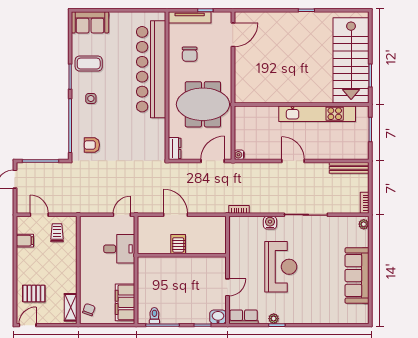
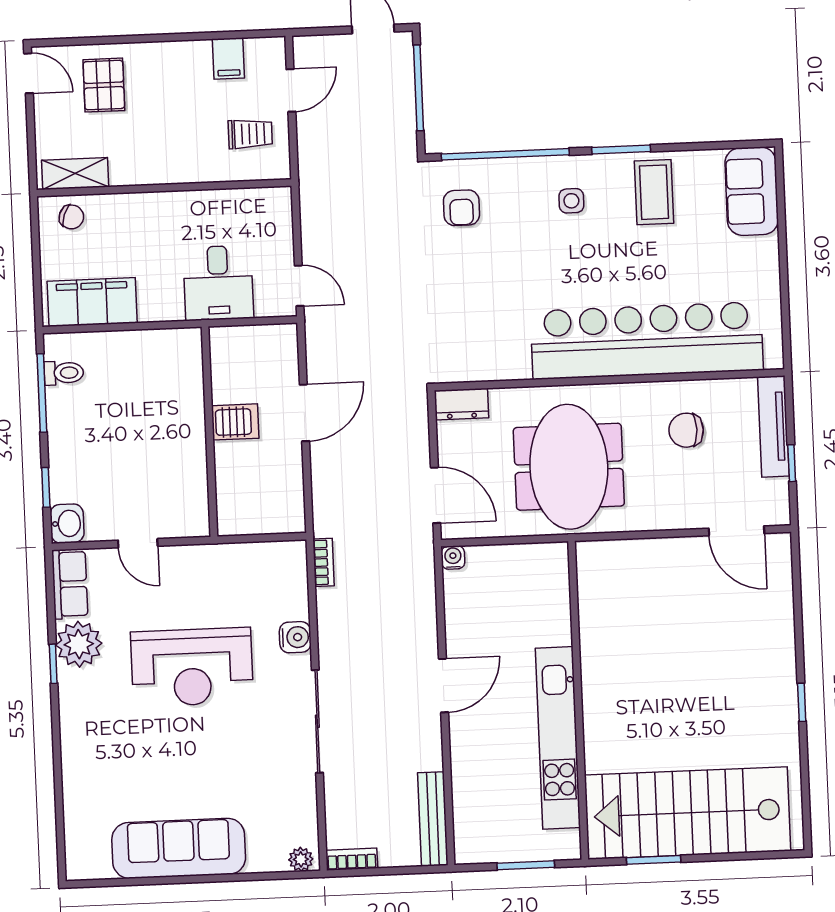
armchair: (92, 145) -> (461, 208), turned 180
plant: (274, 319) -> (79, 644), width x1.88, depth x1.88

